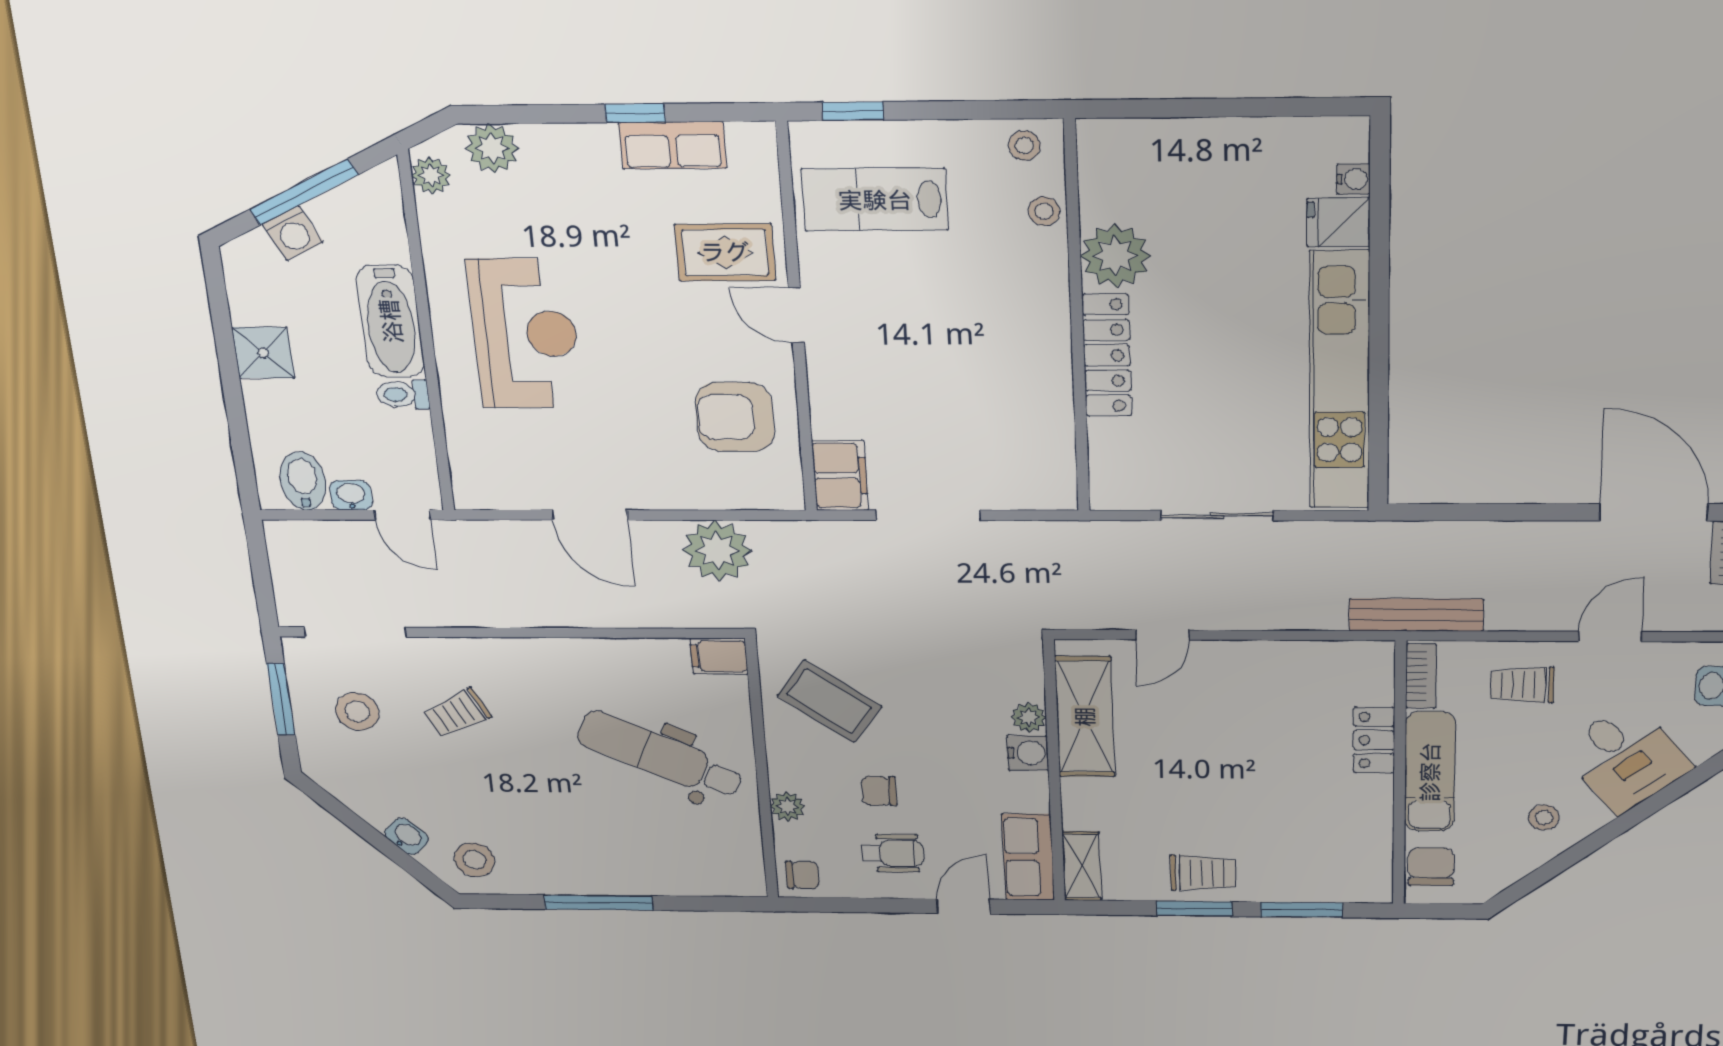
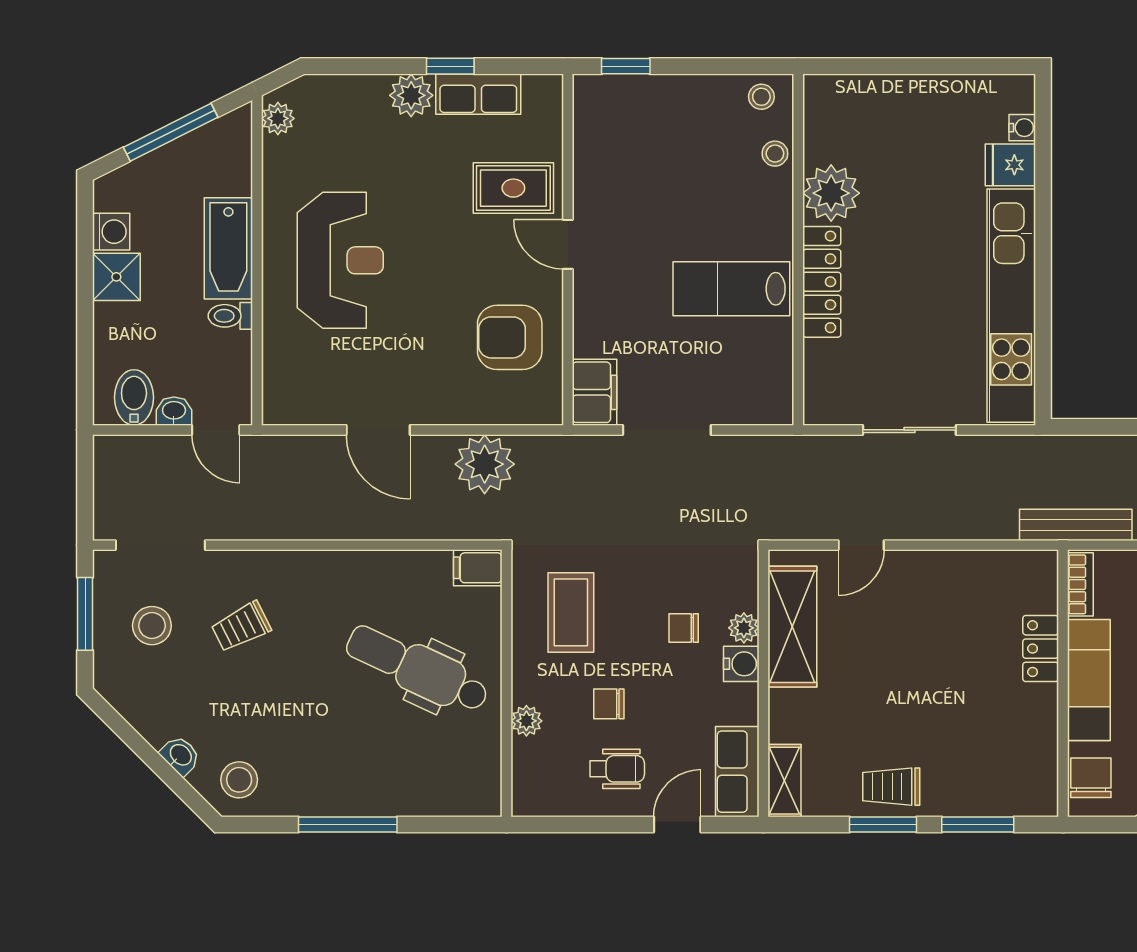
plant: (492, 148) -> (411, 95), moved
lab bench: (875, 200) -> (731, 289), moved
washing machine: (293, 233) -> (111, 232), moved, turned -63
coffee table: (829, 701) -> (571, 612), turned 54
trolley: (1203, 873) -> (891, 787), turned 180
chair: (802, 875) -> (684, 628), moved, turned 180

